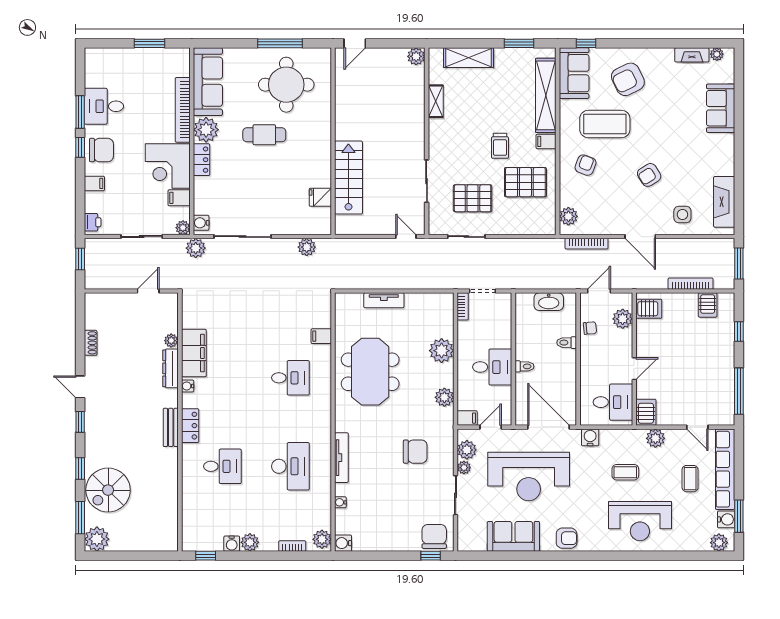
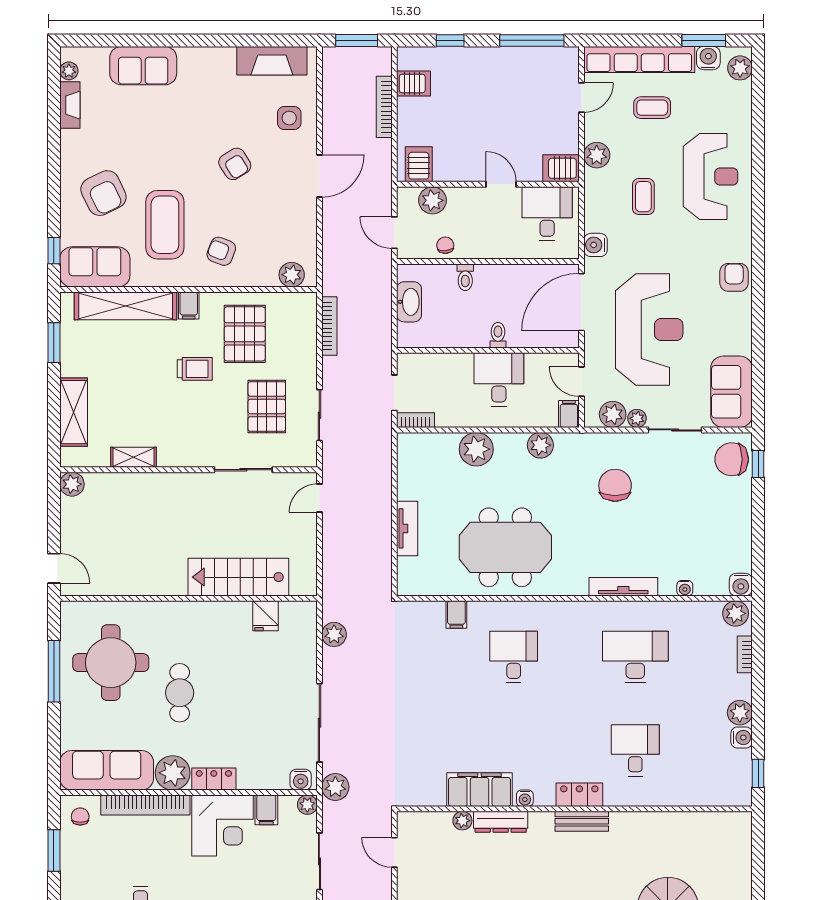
chair: (174, 62) -> (80, 817), added
bookcase: (587, 244) -> (329, 326), moved
sofa: (513, 536) -> (732, 392), moved

